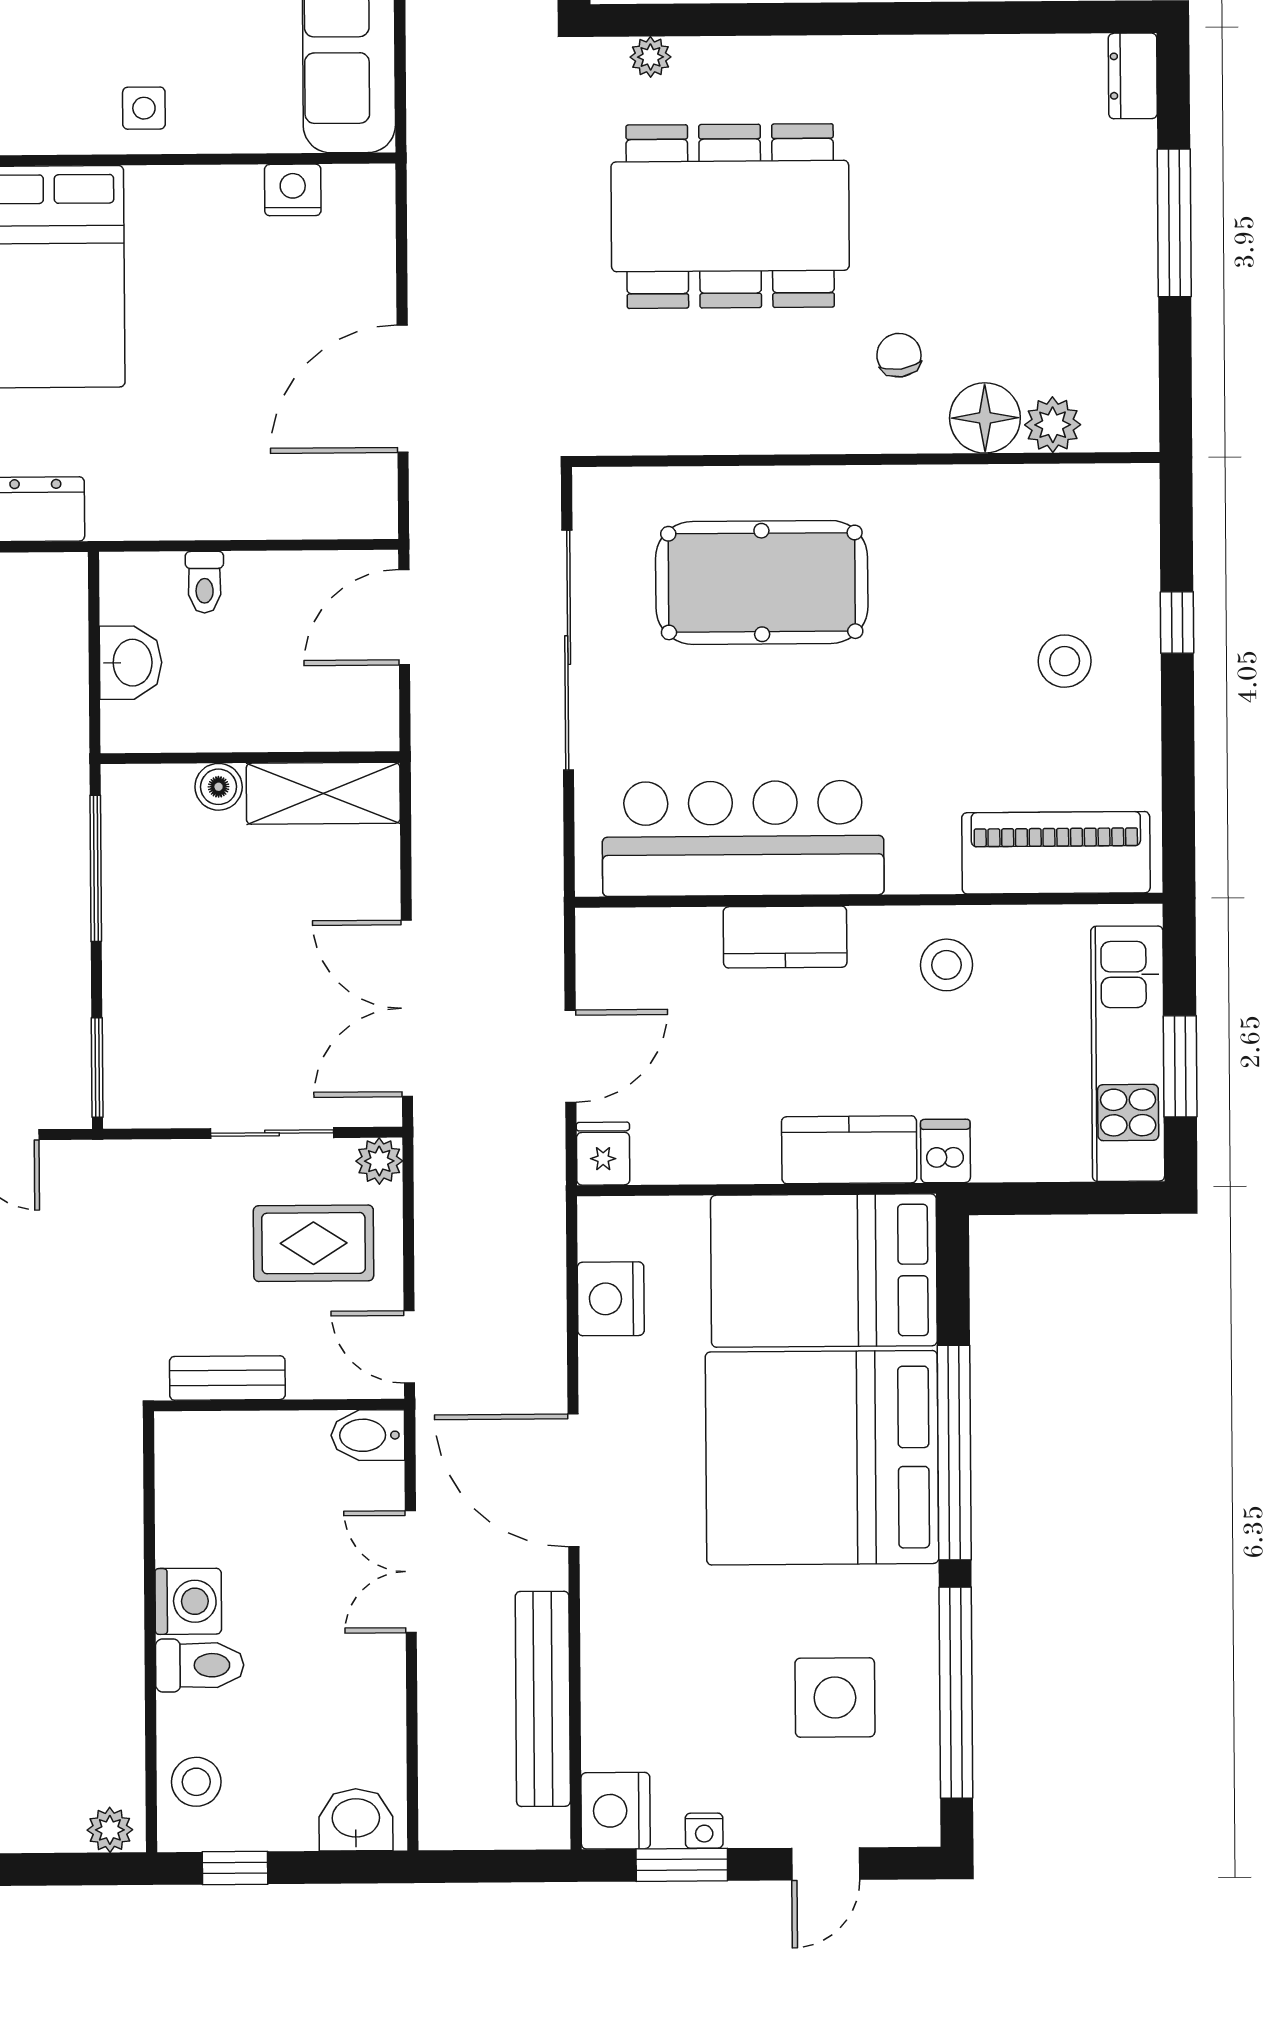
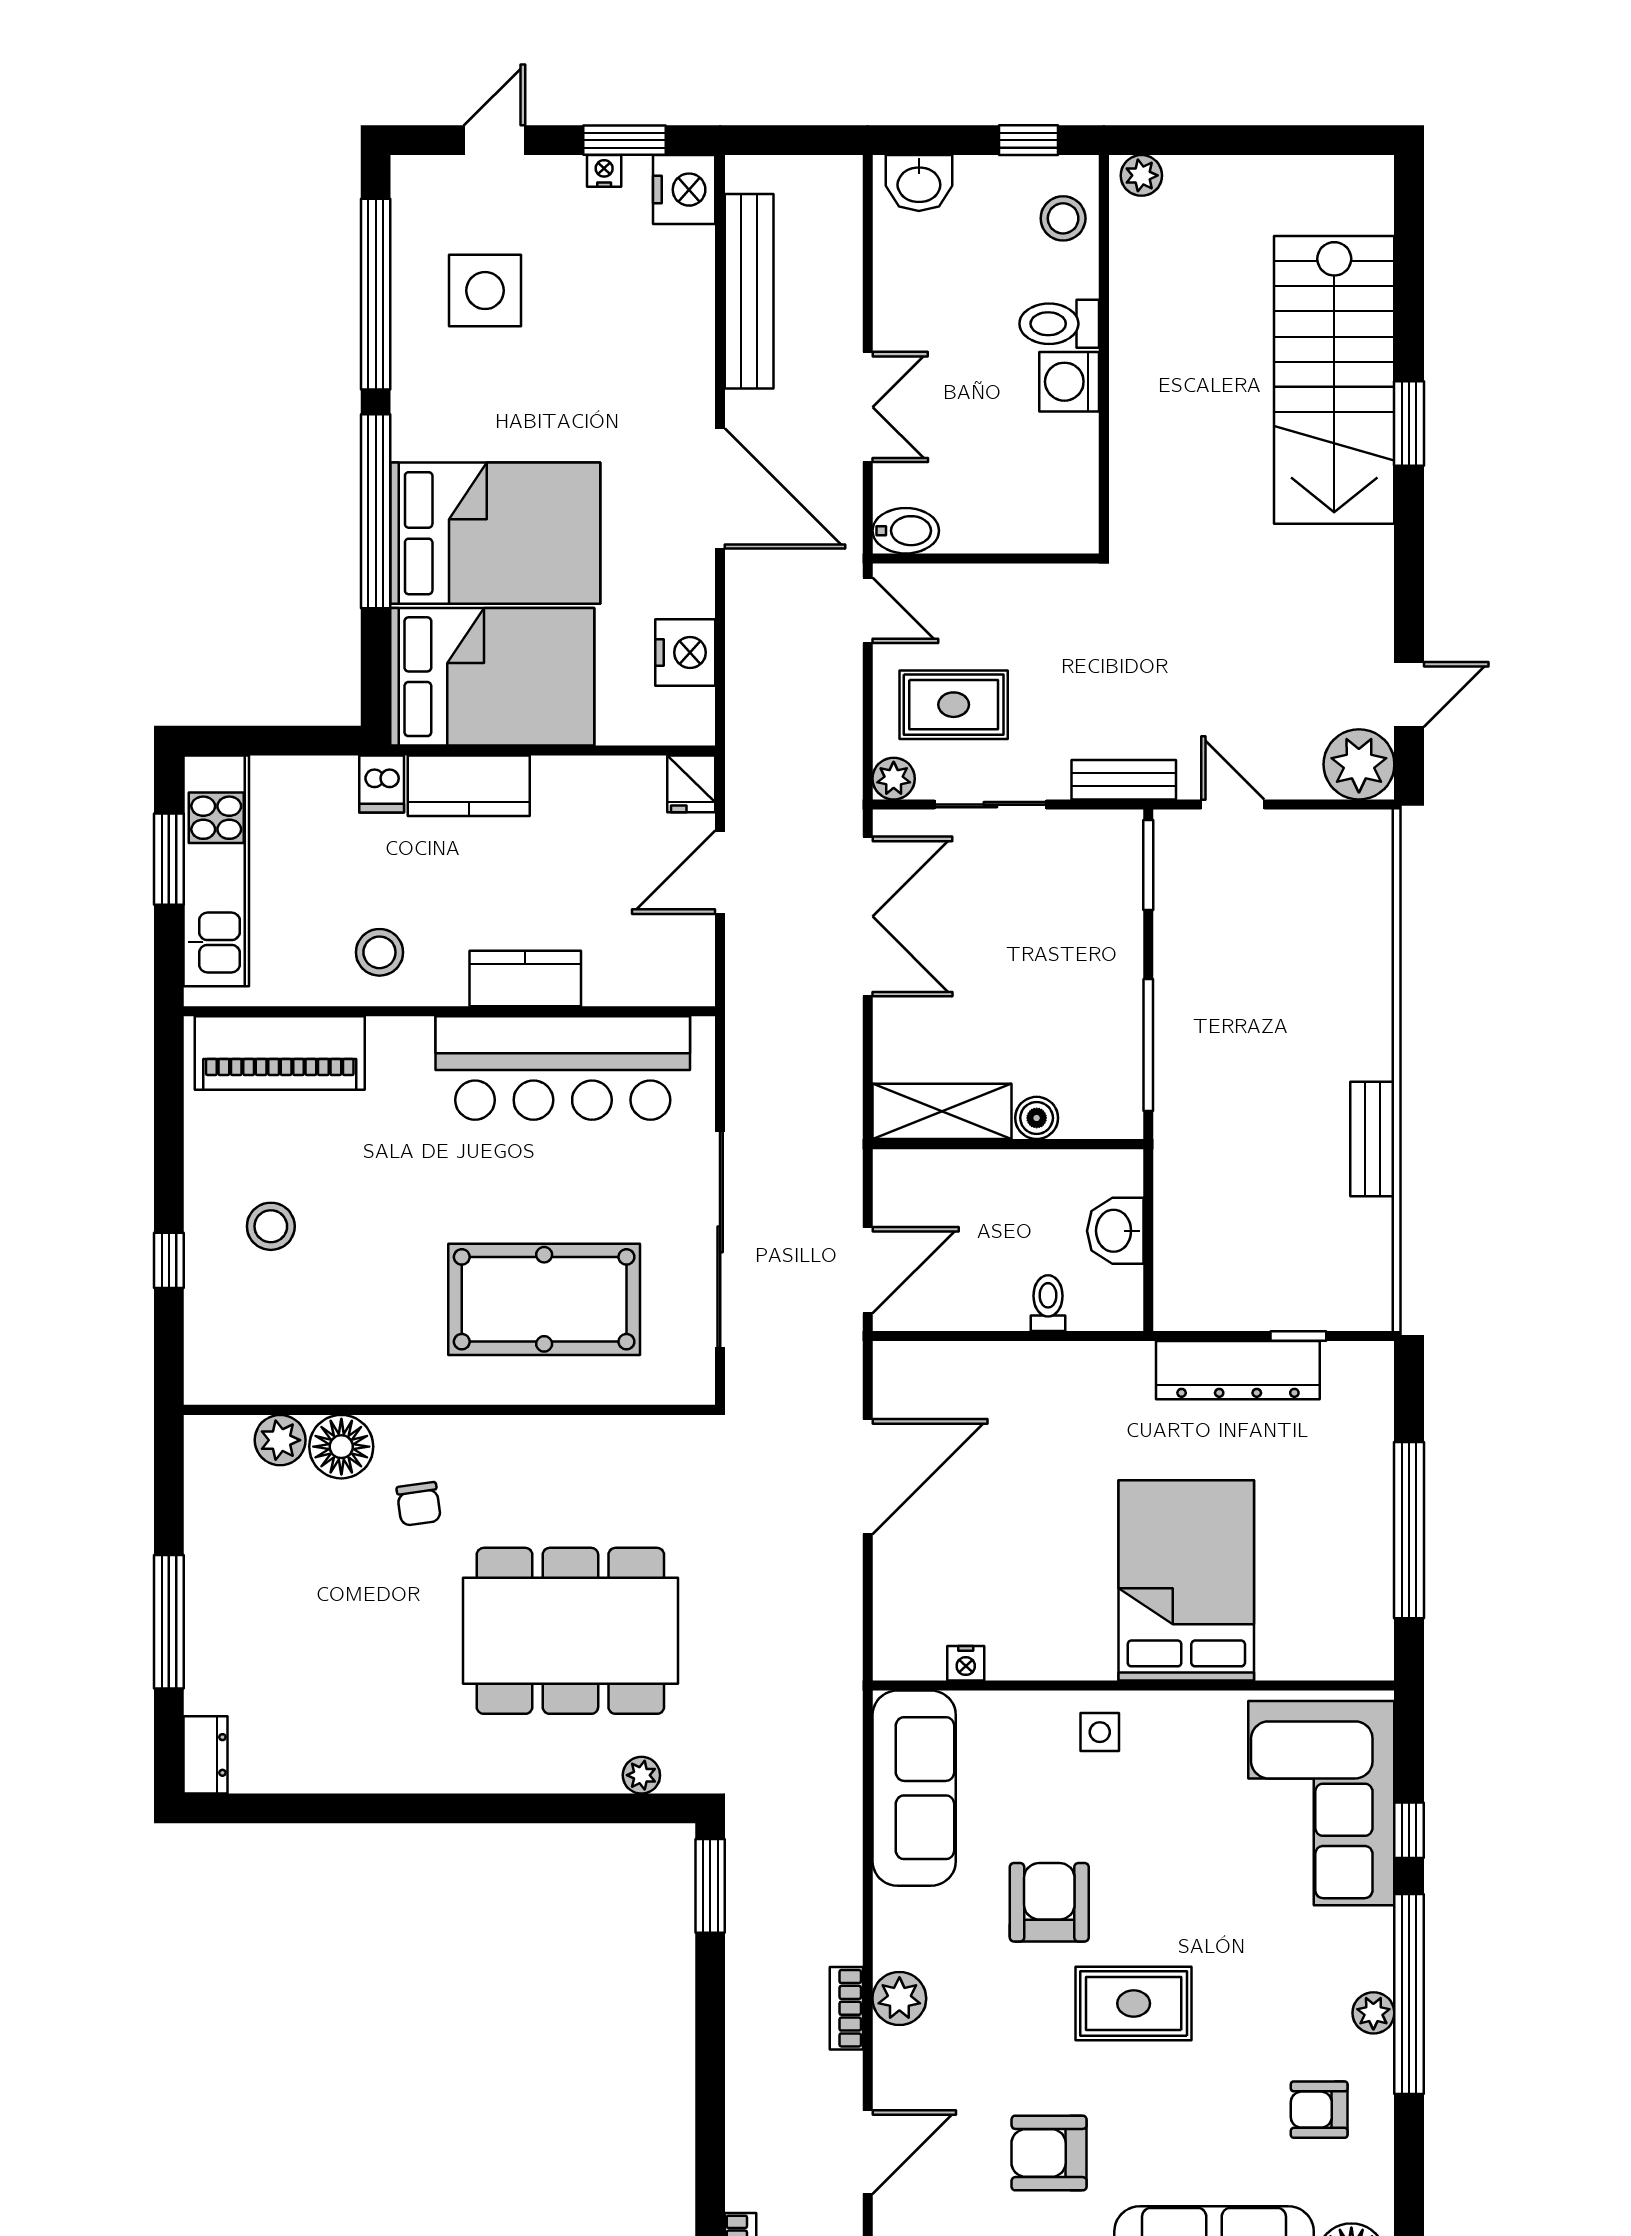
nightstand: (293, 190) -> (966, 1663), width x0.72, depth x0.74
bench: (227, 1378) -> (1124, 780), moved
bed: (822, 1458) -> (495, 533), width x0.73

